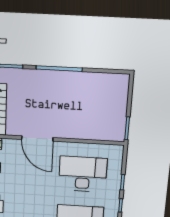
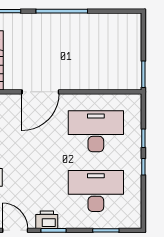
door: (37, 139) -> (40, 92), hinge flipped

